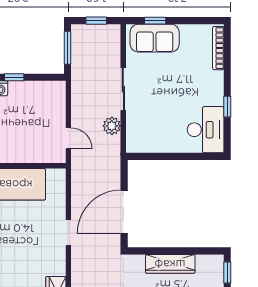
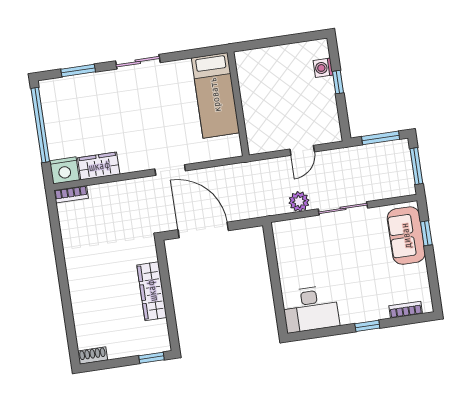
window: (96, 21) -> (416, 166), width x1.50
bookcase: (218, 48) -> (406, 310), width x0.64
window: (227, 107) -> (367, 326), moved
door: (68, 138) -> (302, 150), moved

